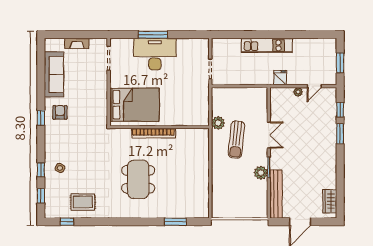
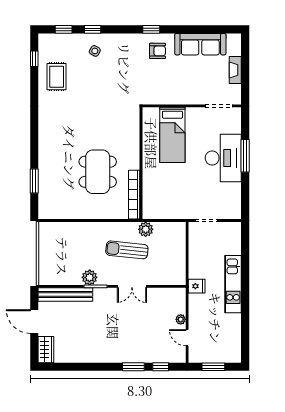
fridge: (280, 78) -> (197, 286), moved
bed: (134, 105) -> (172, 135), width x0.67
bookcase: (153, 133) -> (134, 195), moved
dining table: (138, 179) -> (98, 172), moved, turned 90
wardrobe: (330, 201) -> (46, 350), moved, turned 90

